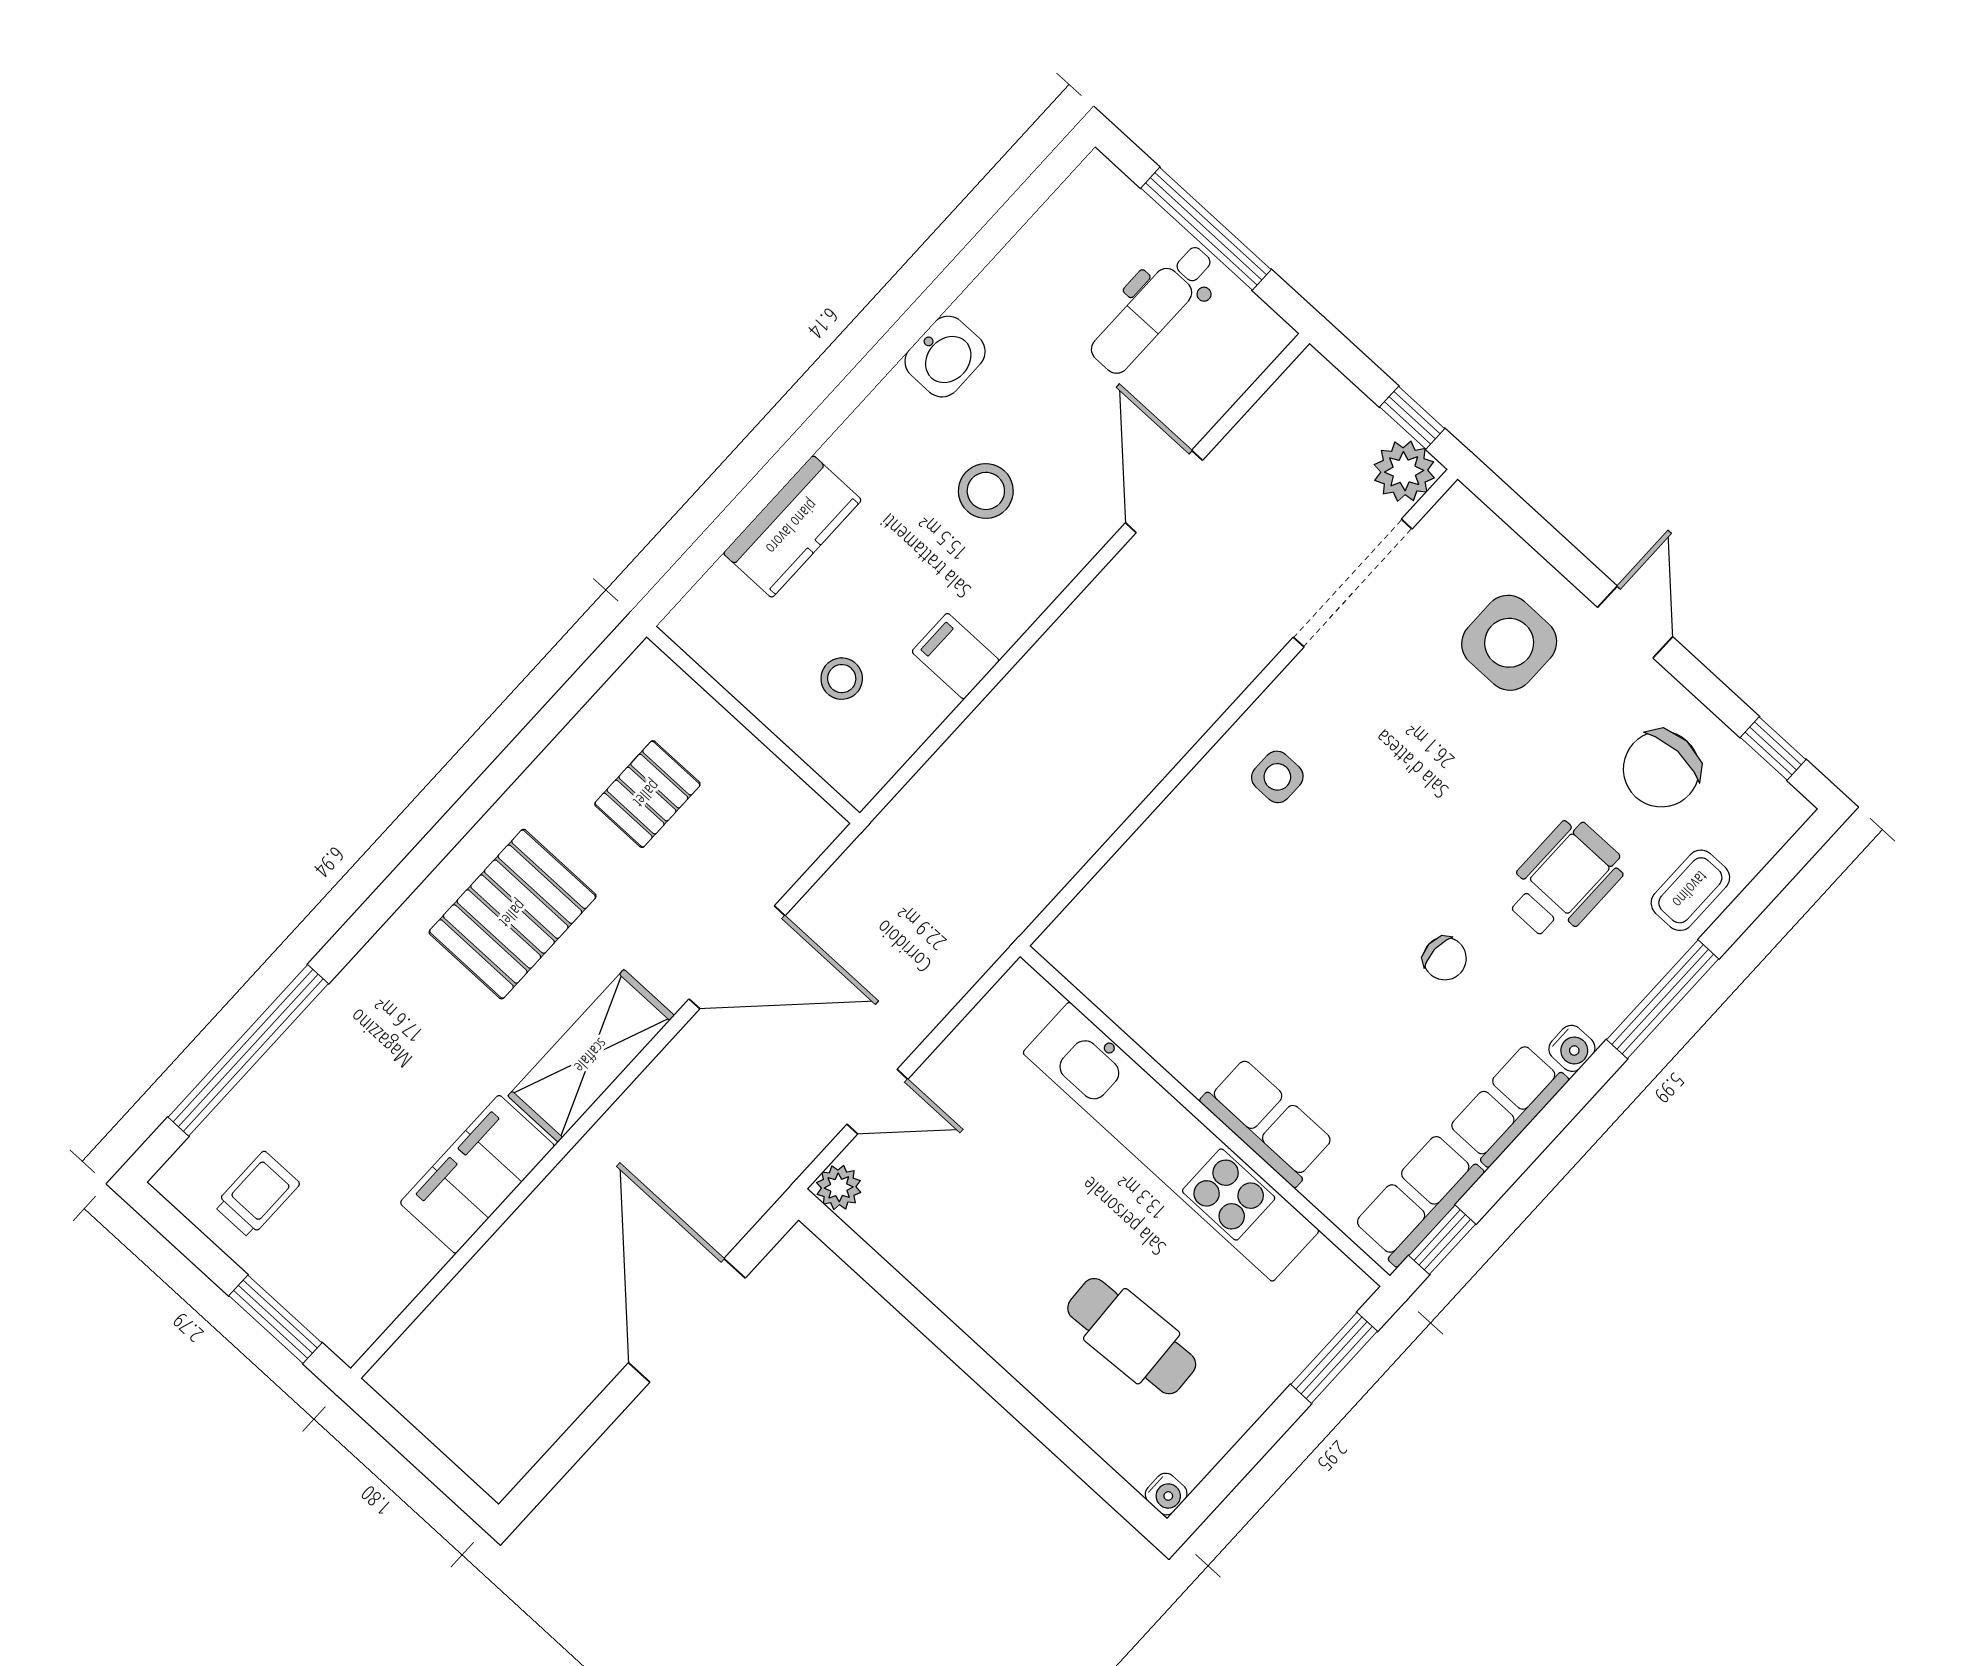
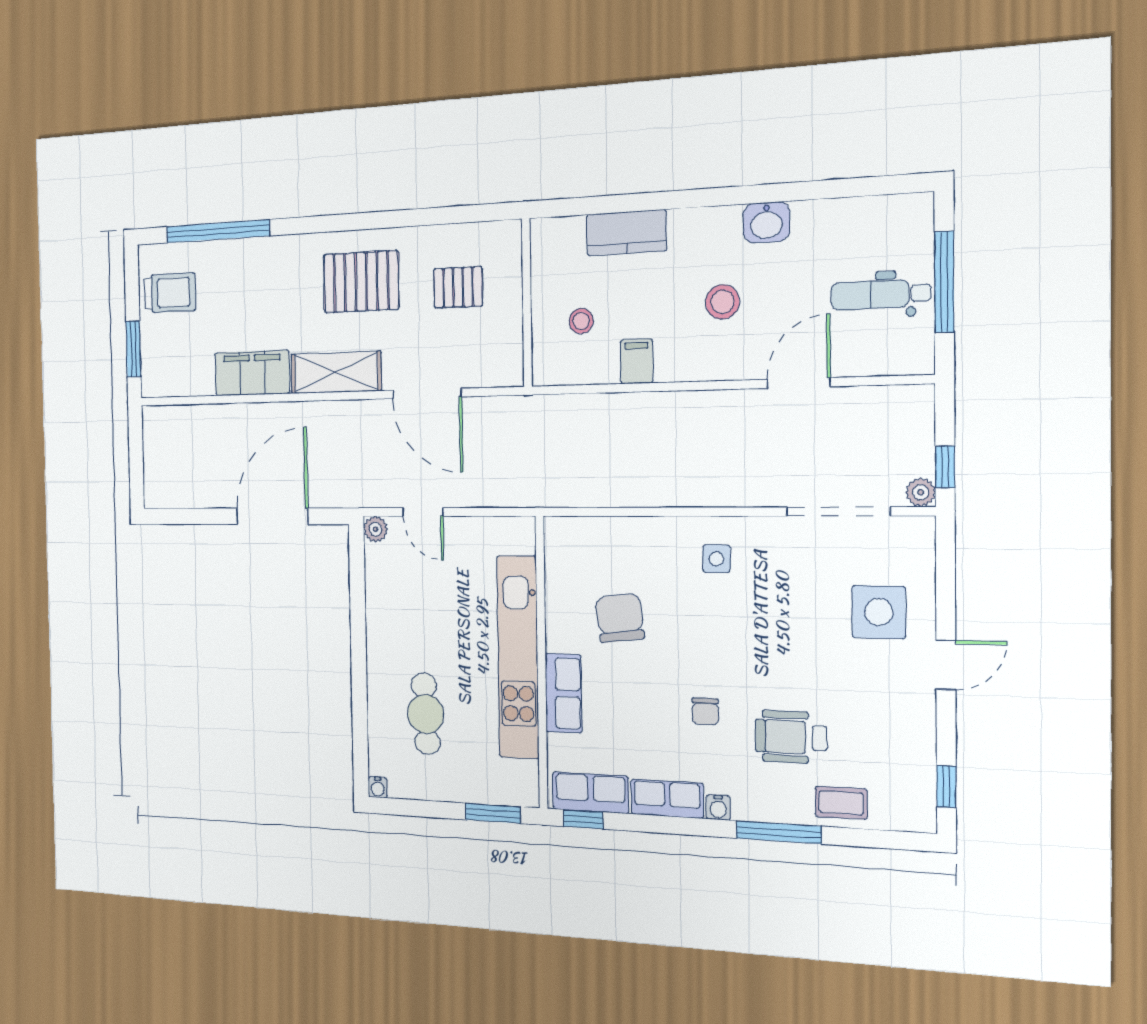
plant: (1404, 471) -> (921, 492), width x0.73, depth x0.73
chair: (1661, 769) -> (620, 618), moved, turned 83
wheelchair: (1564, 880) -> (791, 737), turned 180
trolley: (257, 1195) -> (170, 293), width x1.36, depth x1.39

